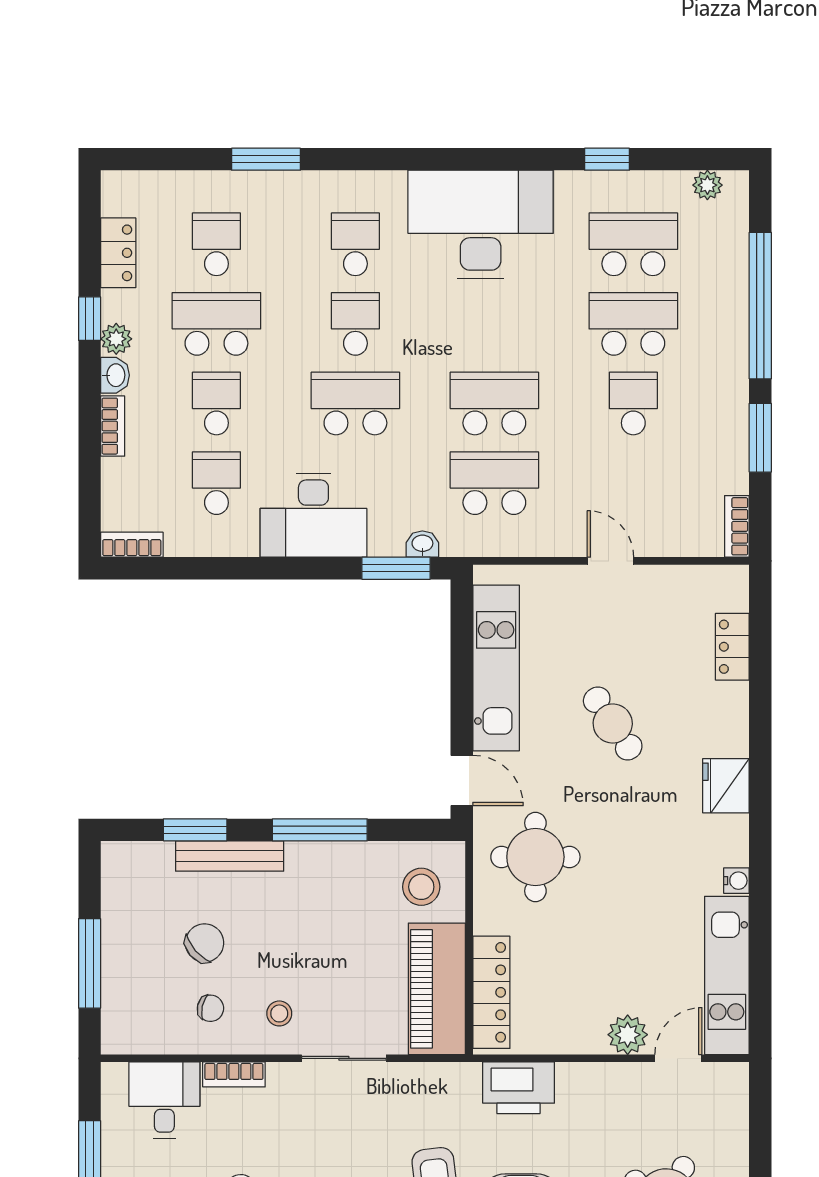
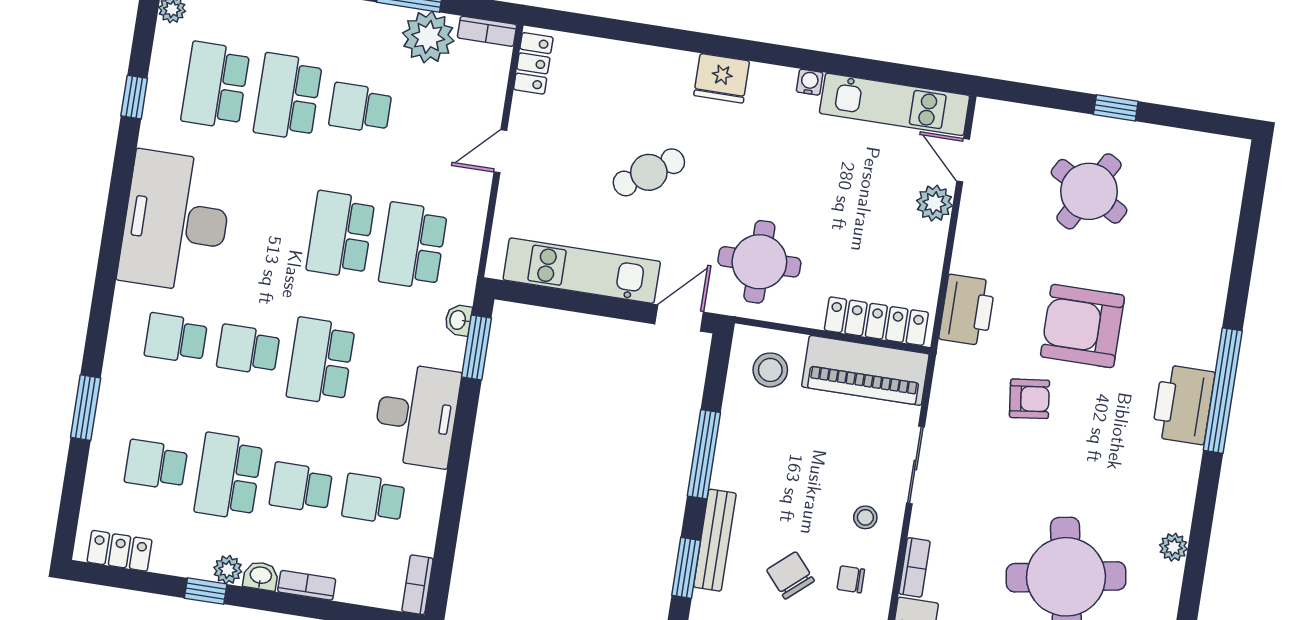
locker: (118, 253) -> (120, 551), moved
plant: (721, 464) -> (428, 37), added
locker: (732, 647) -> (533, 63), moved, turned -90
chair: (210, 1008) -> (851, 579), turned -102

